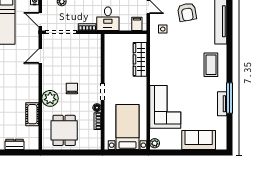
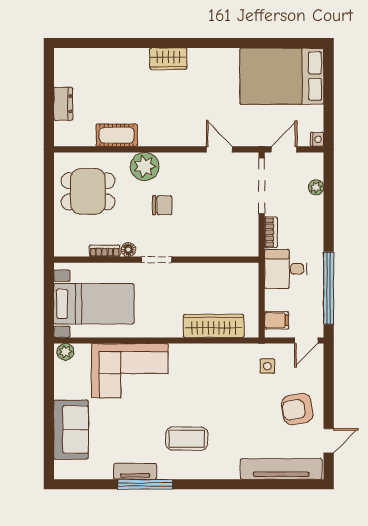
coffee table: (211, 65) -> (187, 439), moved

